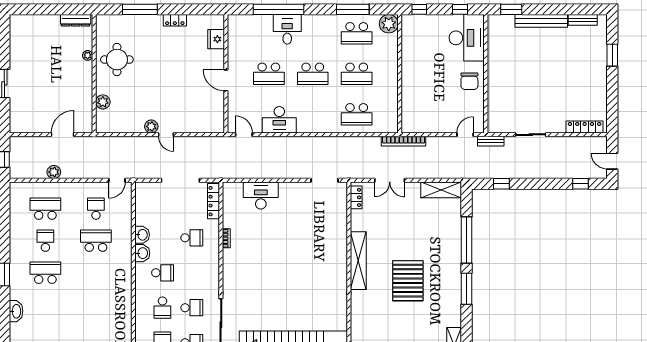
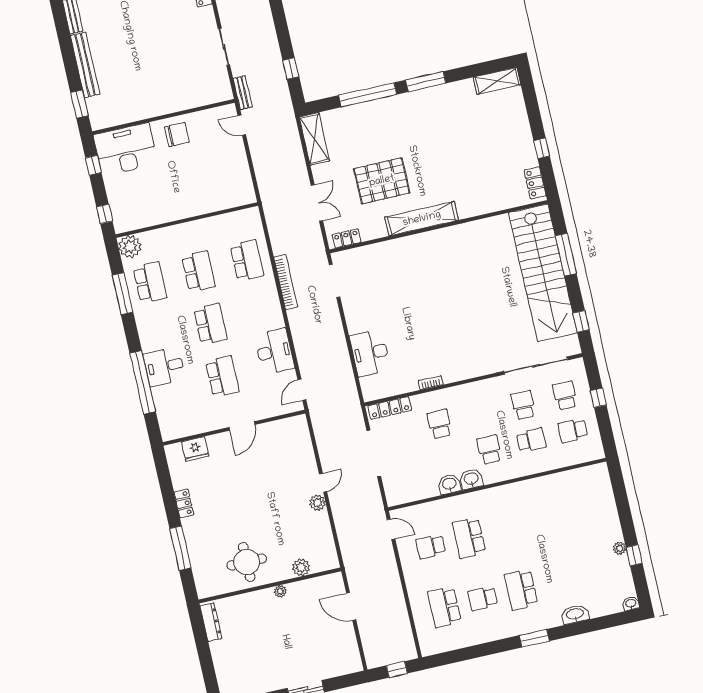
plant: (88, 55) -> (280, 591), moved
bookcase: (404, 141) -> (286, 282), moved
plant: (54, 172) -> (398, 607), removed
pallet: (408, 281) -> (382, 181), moved

